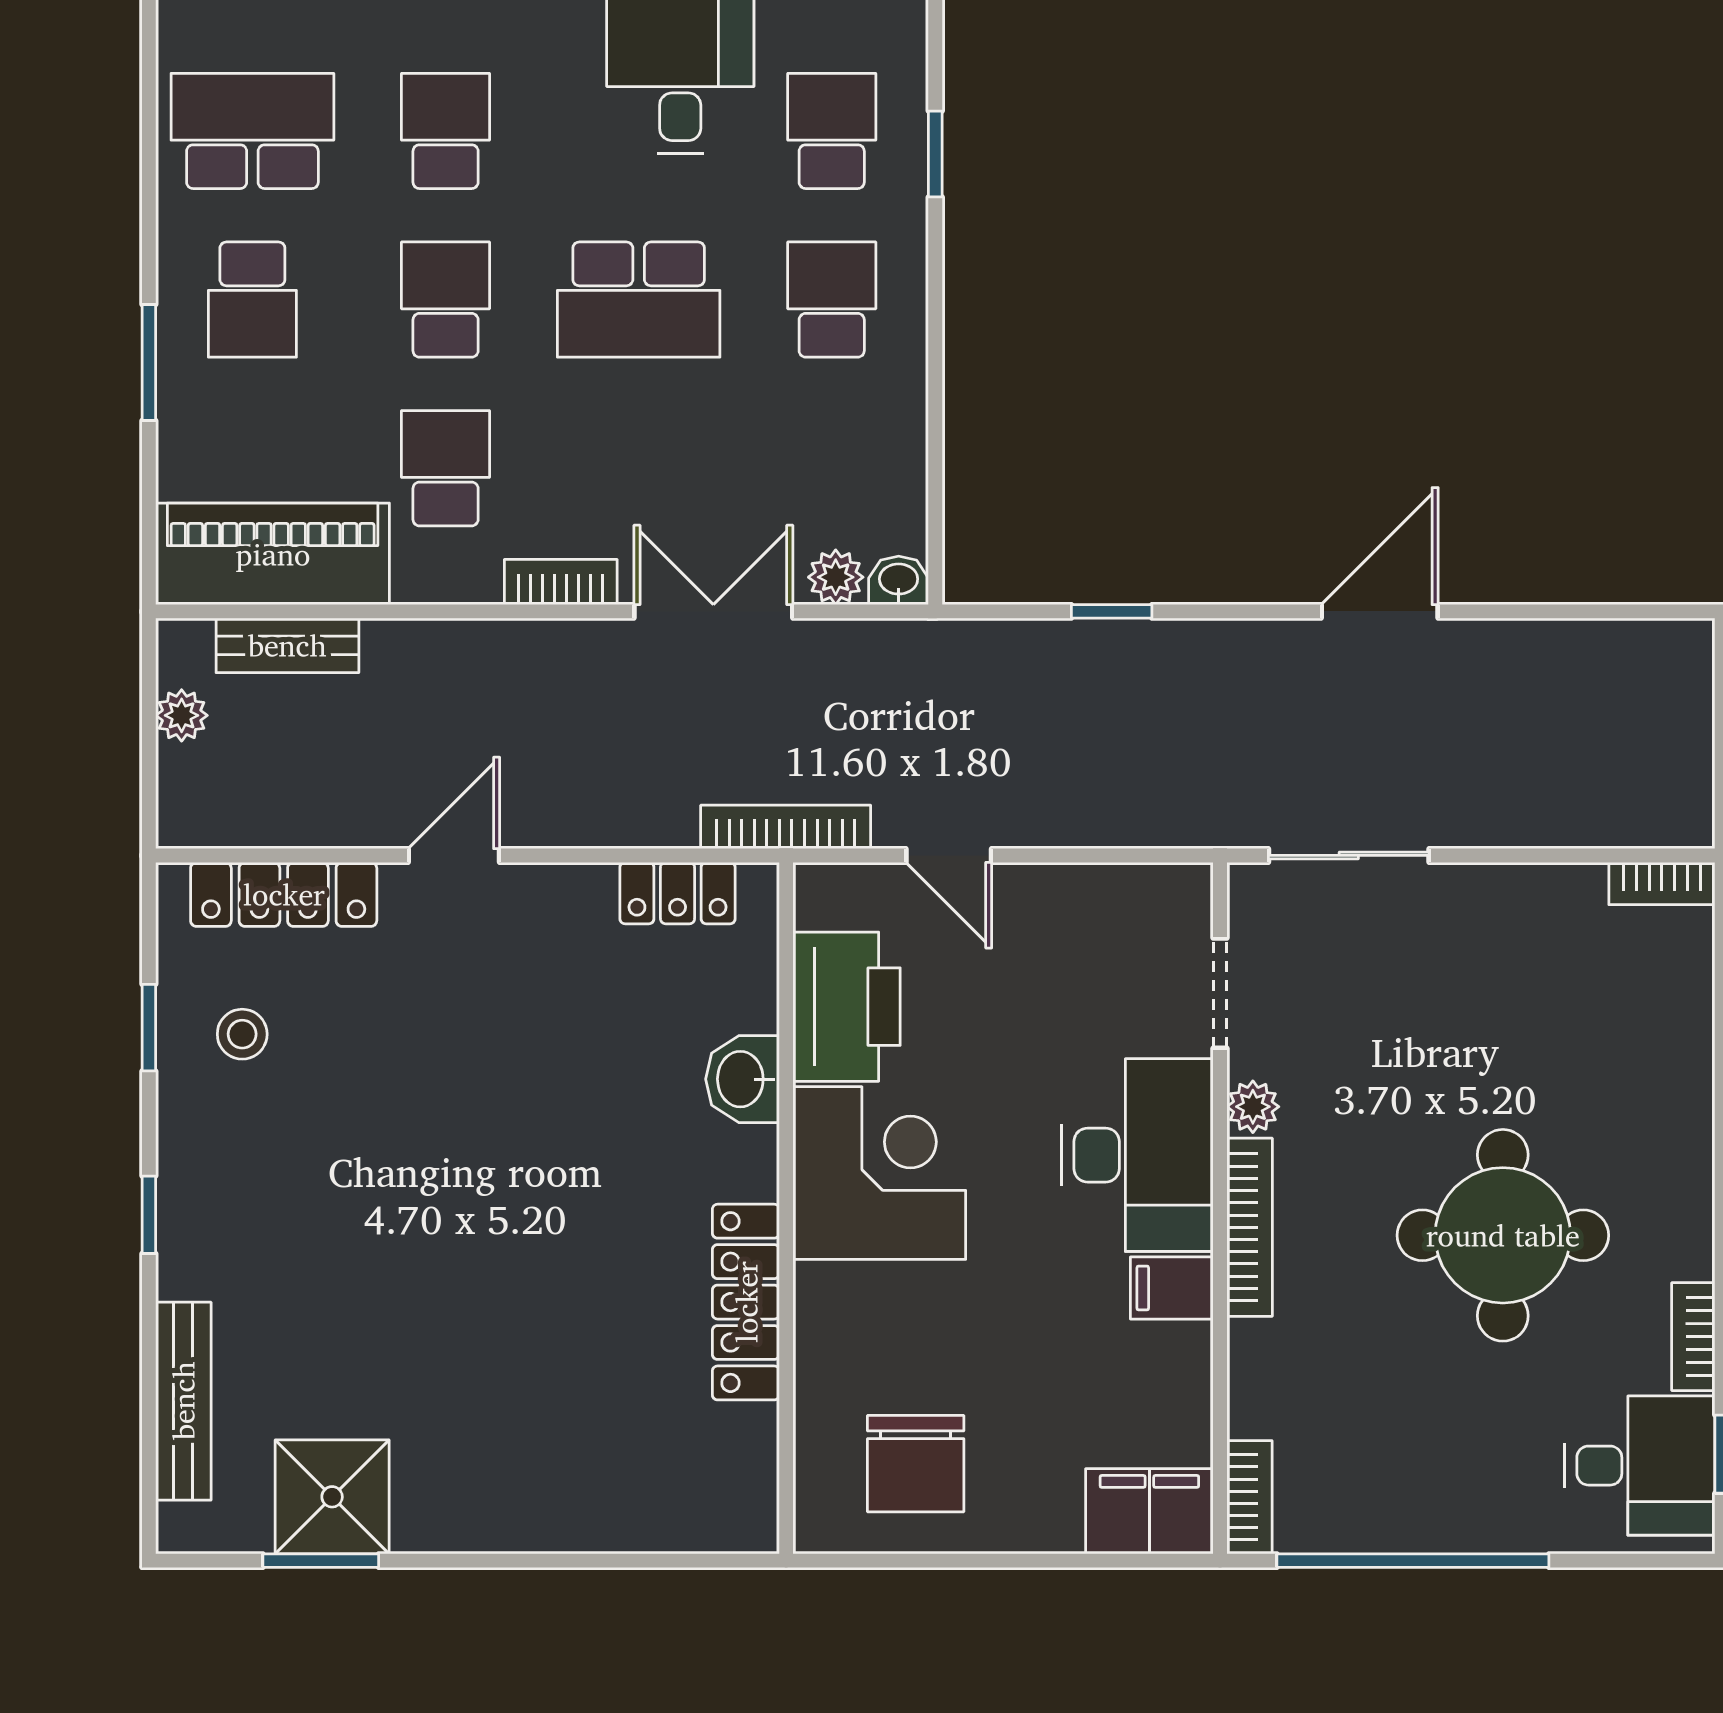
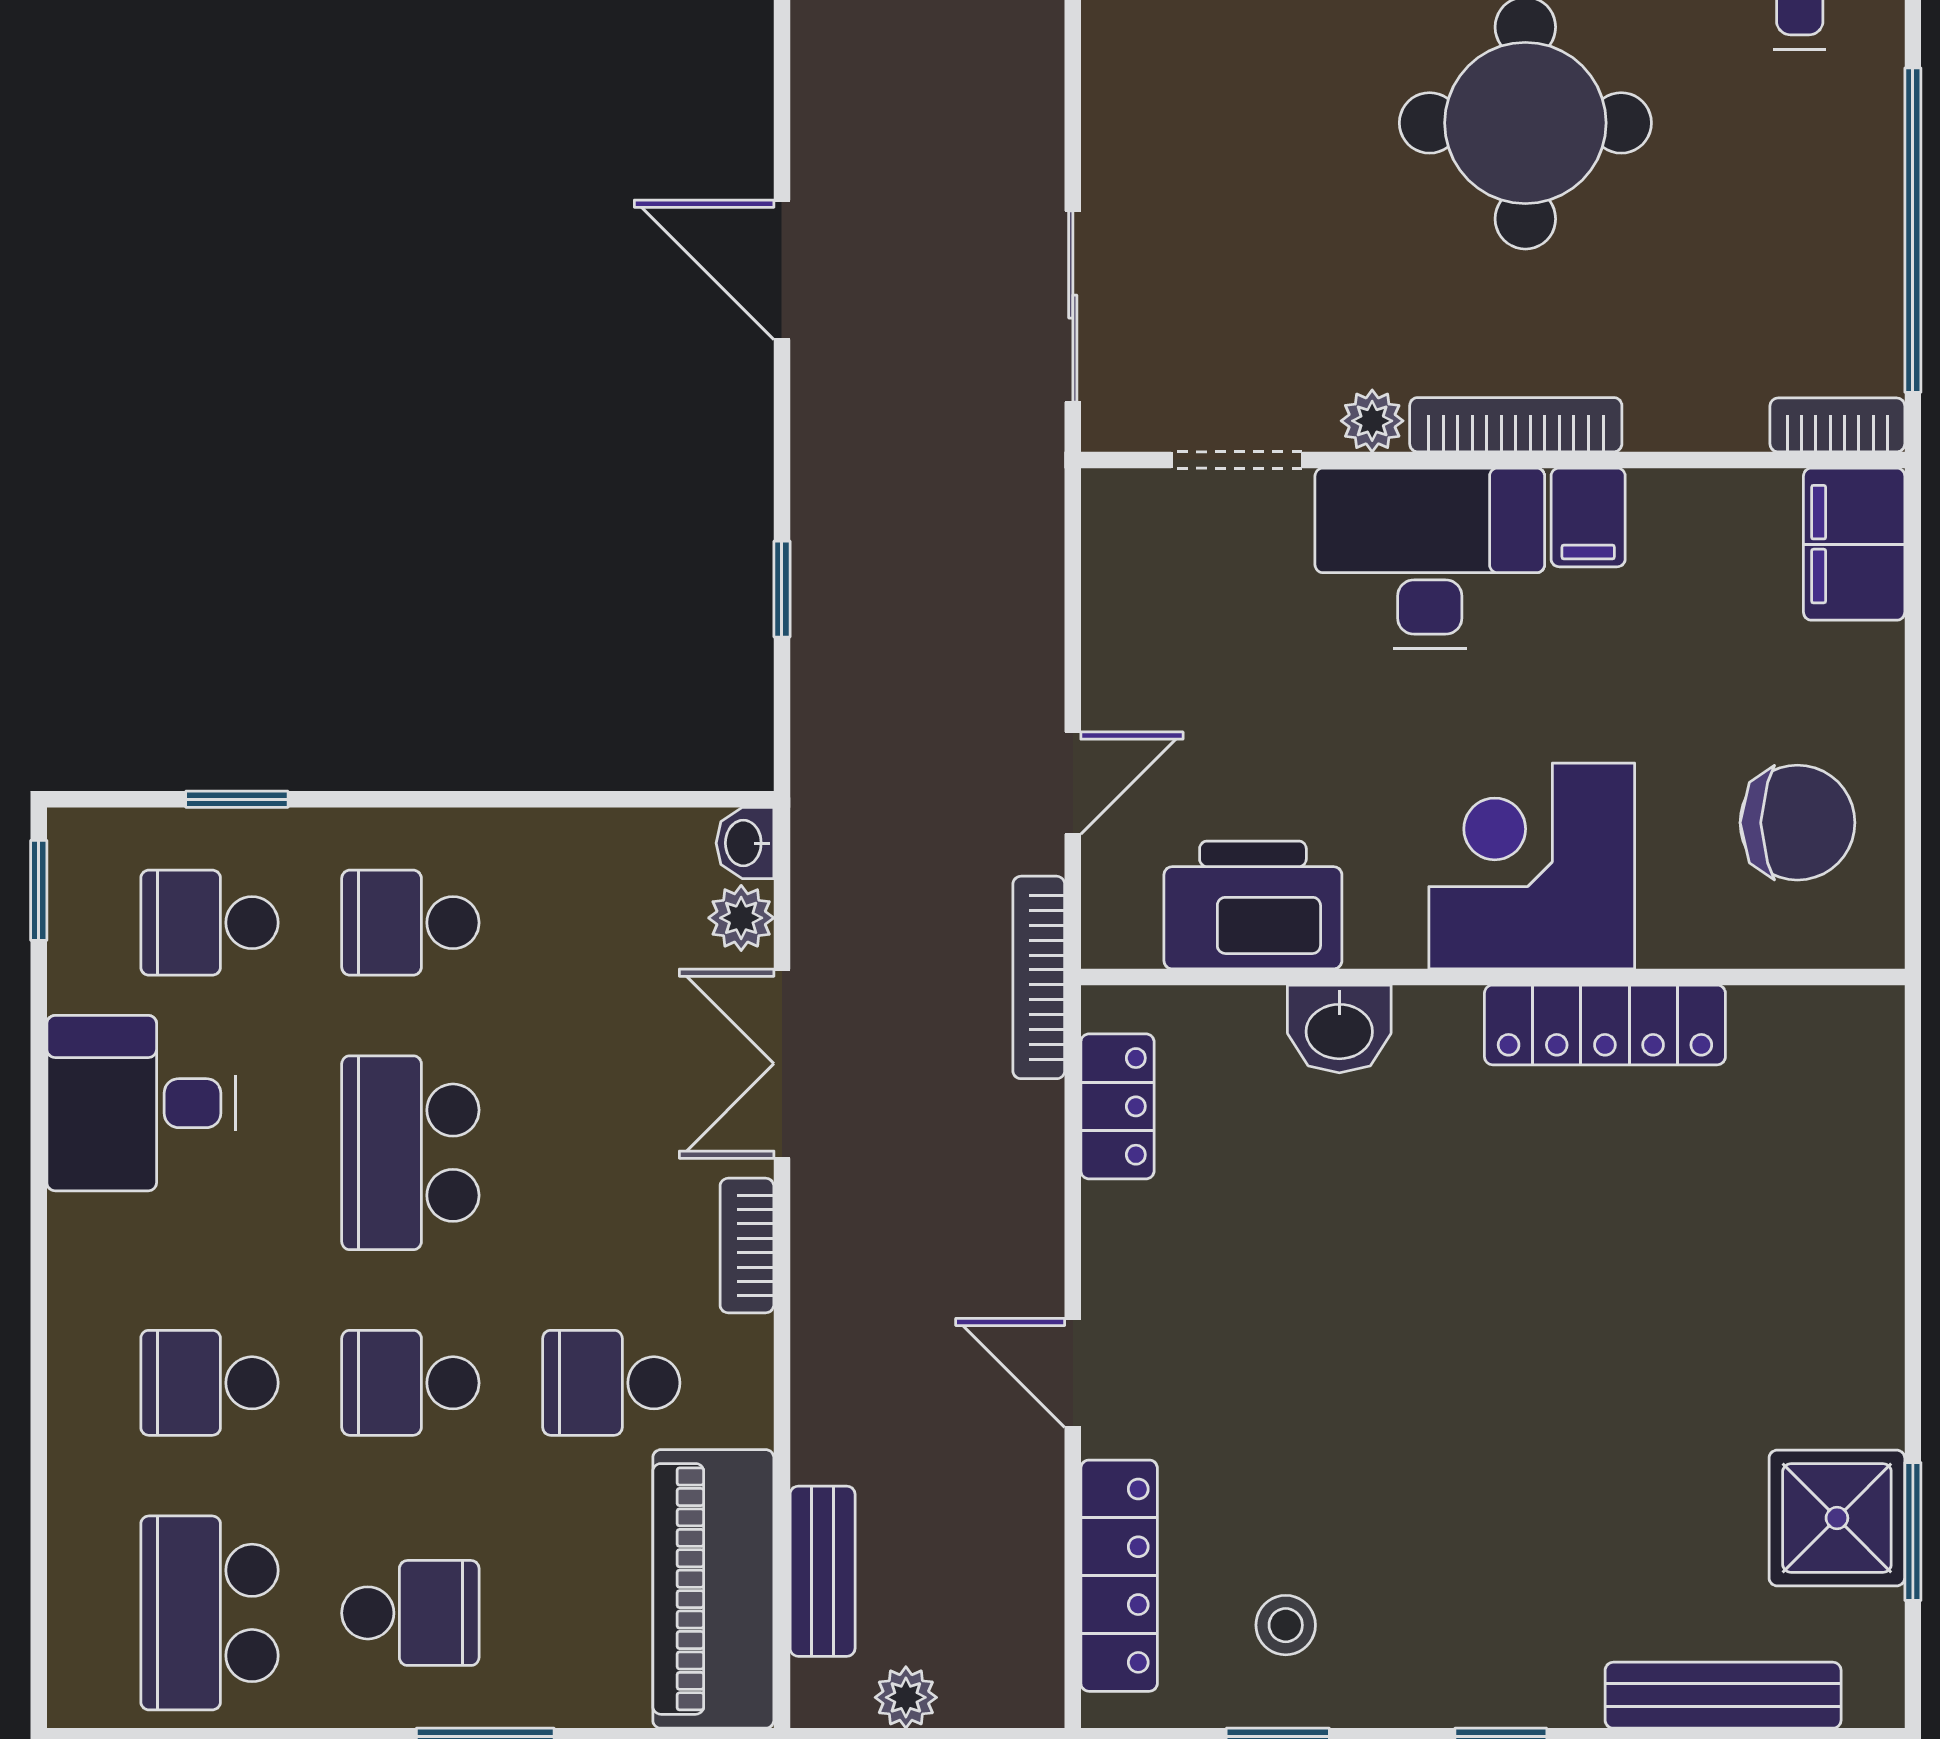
school desk: (639, 300) -> (410, 1153), turned 180
corner desk: (879, 1173) -> (1532, 866), moved

